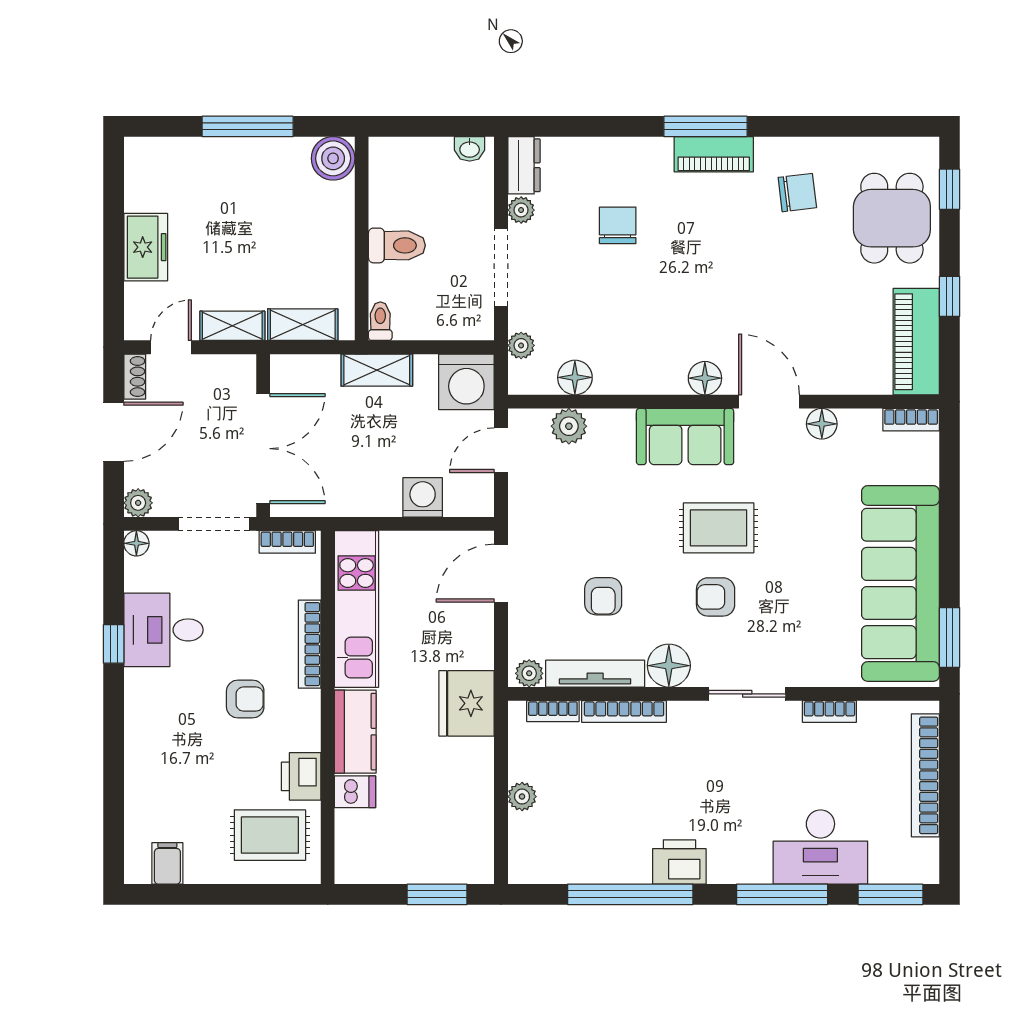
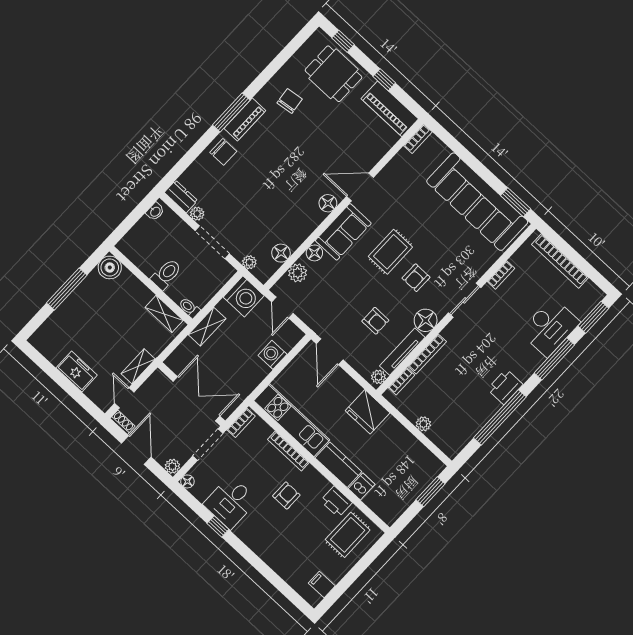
chair: (618, 225) -> (223, 152), moved, turned 180
shelving: (303, 325) -> (164, 314), moved, turned 90
floor lamp: (822, 424) -> (314, 253), moved

